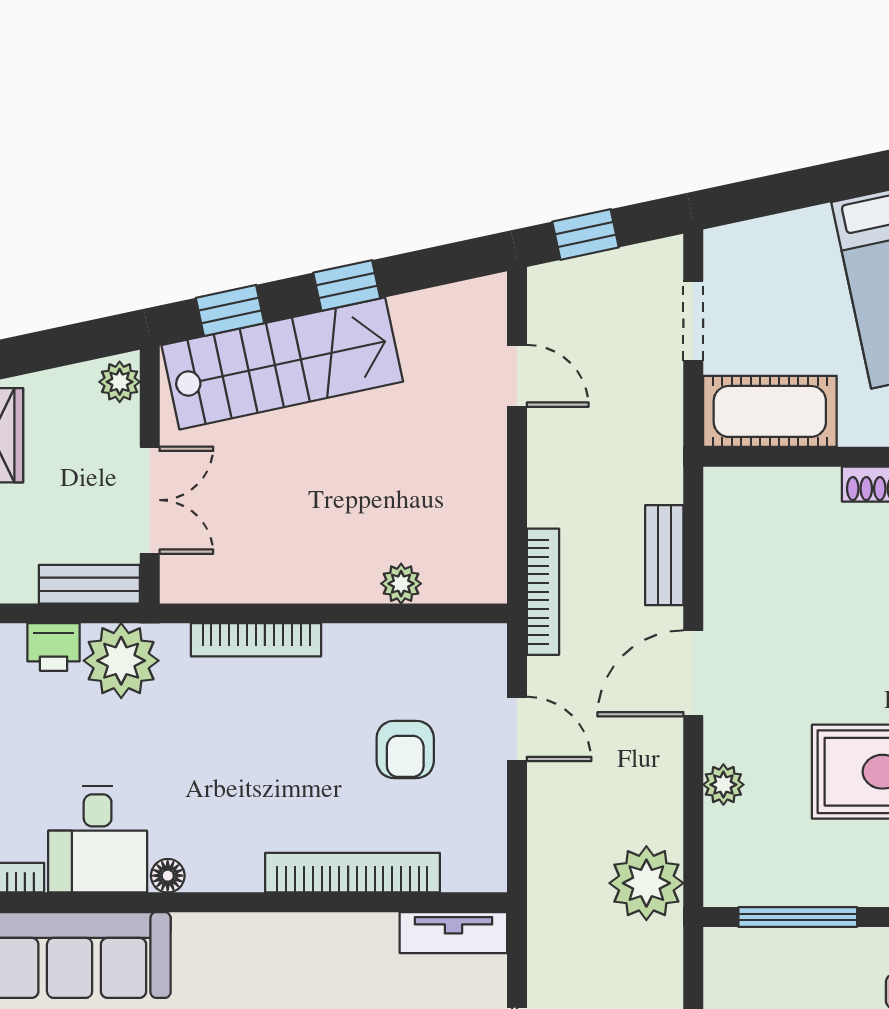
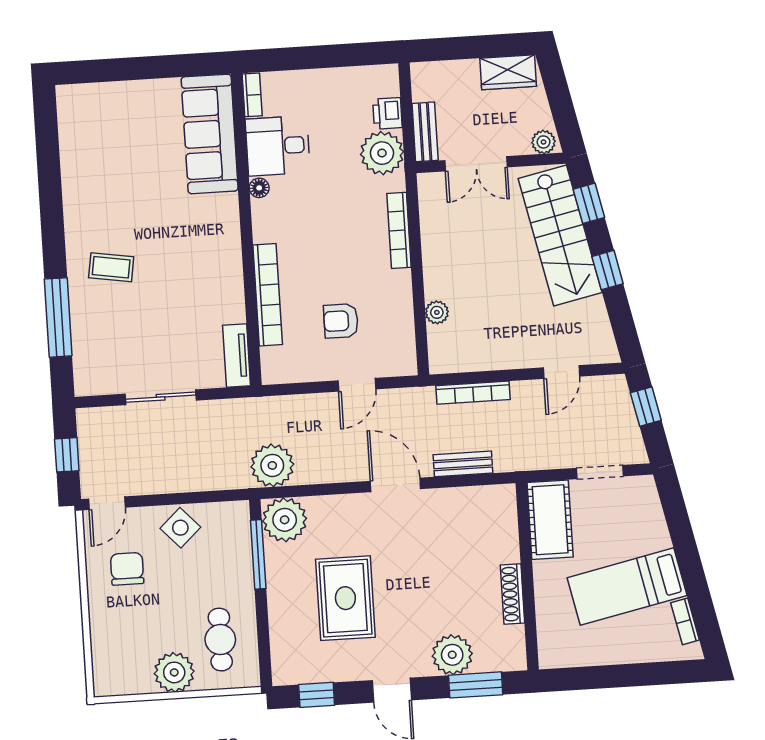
bookcase: (543, 592) -> (473, 393), moved
plant: (723, 785) -> (285, 520), moved, width x1.87, depth x1.87

